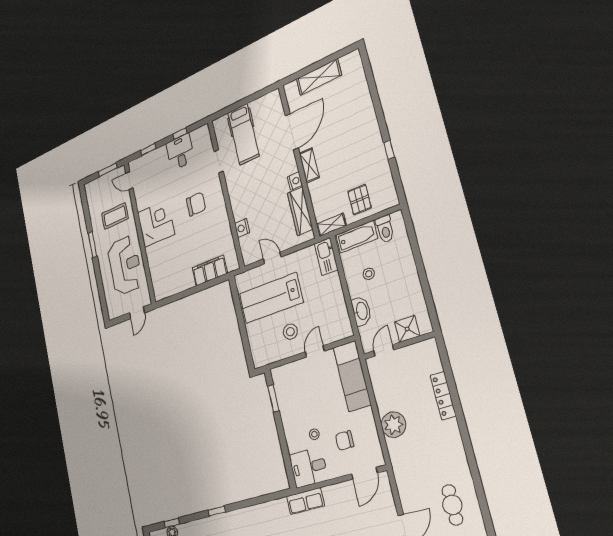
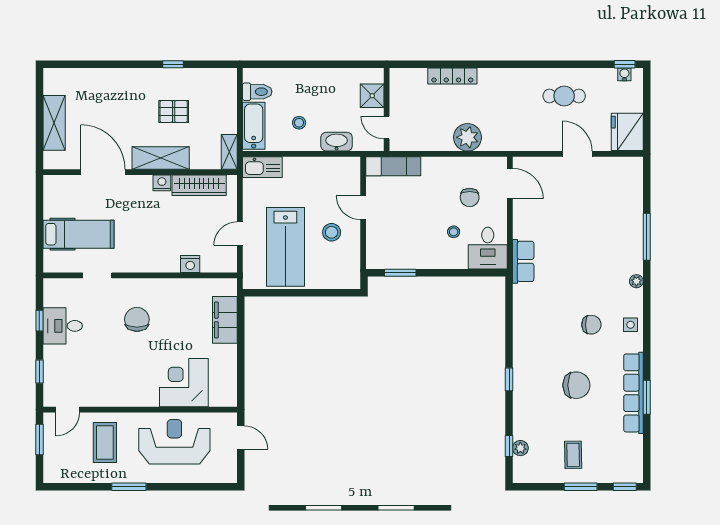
shelving: (309, 165) -> (161, 158), width x1.50, depth x1.33
pallet: (360, 200) -> (174, 112), moved
corner desk: (156, 223) -> (184, 383), moved
exam couch: (352, 376) -> (393, 166), width x0.73, depth x0.69

